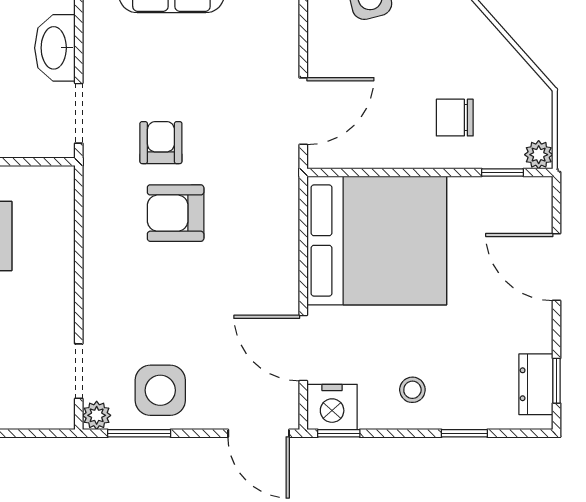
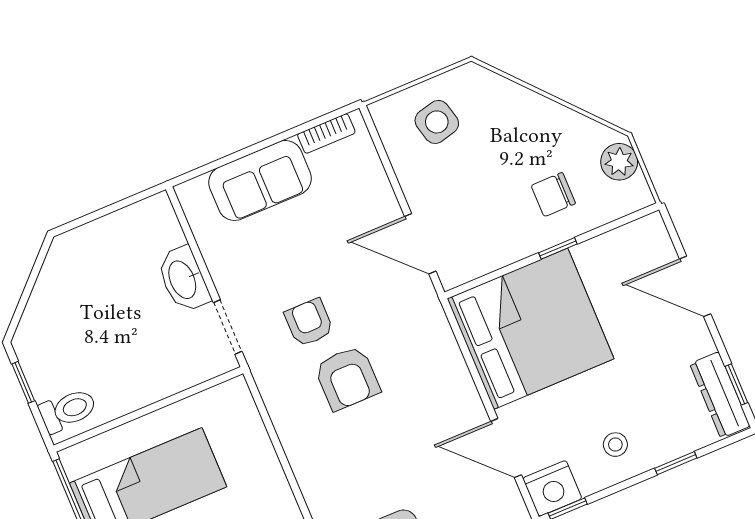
door: (303, 111) -> (420, 244), swing flipped
plant: (539, 155) -> (619, 162), moved, width x1.38, depth x1.38
window: (503, 173) -> (558, 248), moved
armchair: (176, 213) -> (347, 378), turned -90
dresser: (536, 384) -> (720, 395), width x1.44

